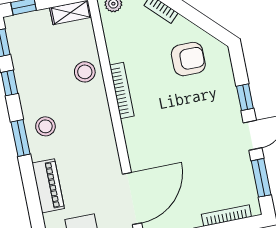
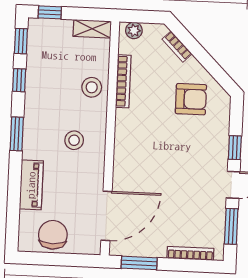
bookcase: (122, 91) -> (123, 81), moved
stool: (45, 126) -> (74, 140), moved

